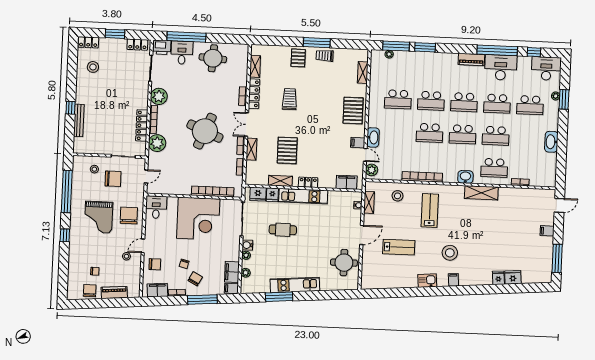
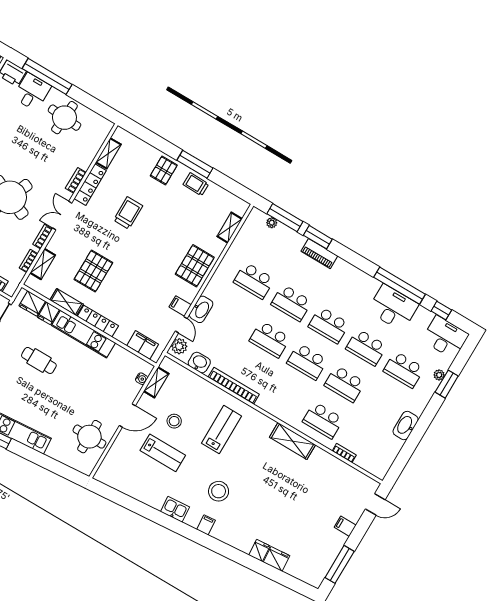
piano: (471, 59) -> (319, 254), moved
shelving: (251, 149) -> (43, 264), moved
washbasin: (465, 177) -> (199, 363), moved
locker: (308, 182) -> (98, 321), width x1.53
stool: (398, 196) -> (174, 421), moved

